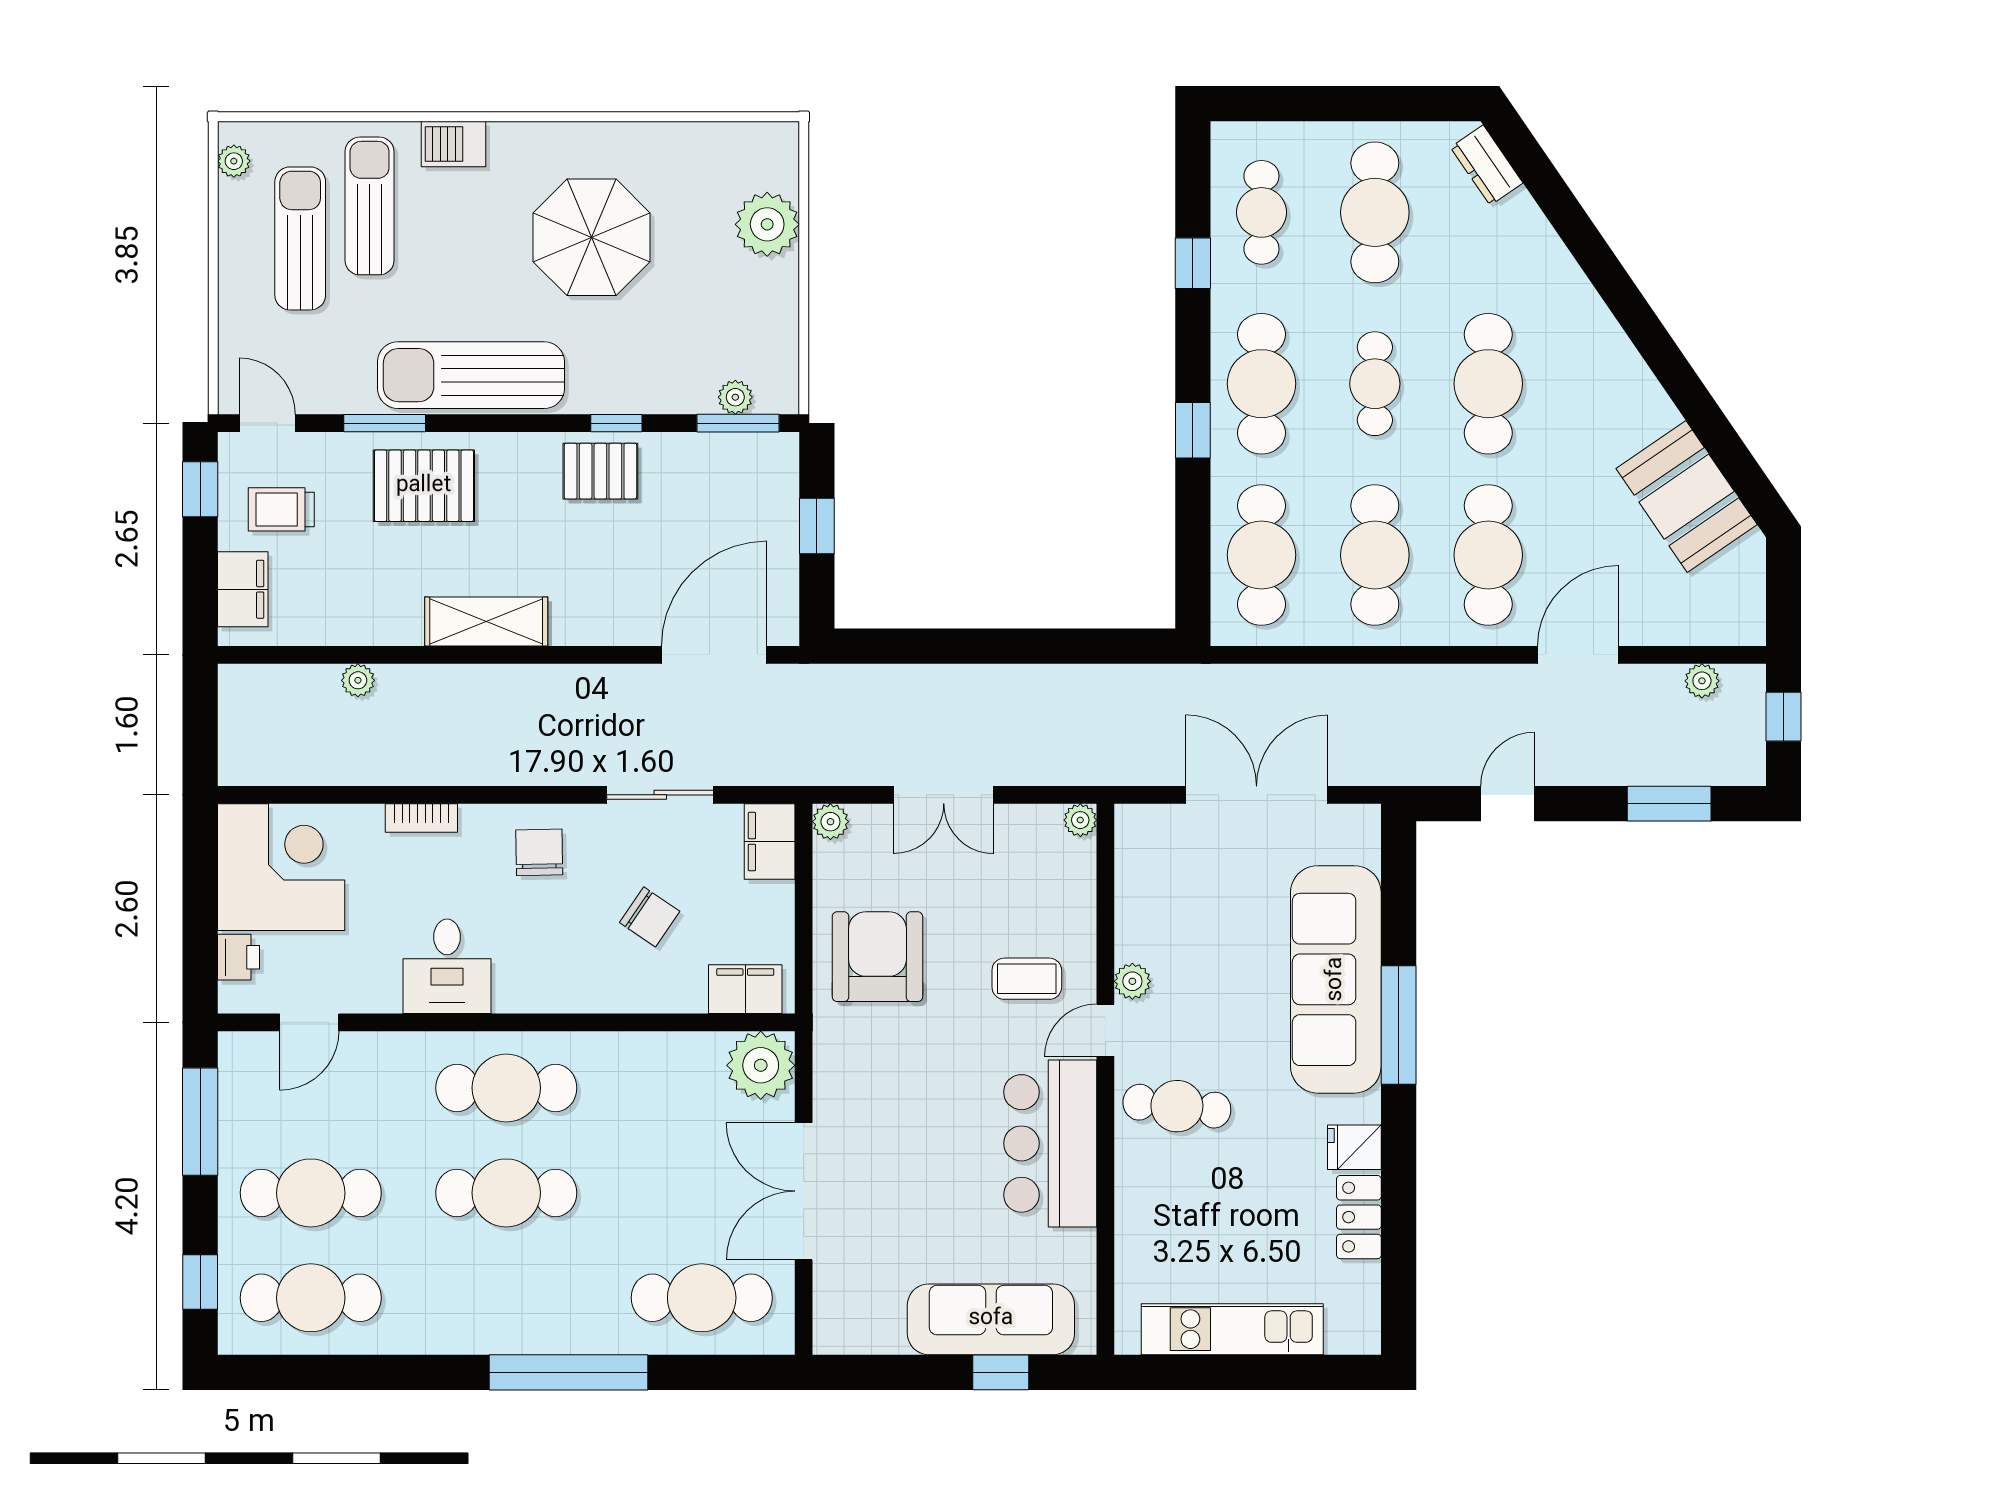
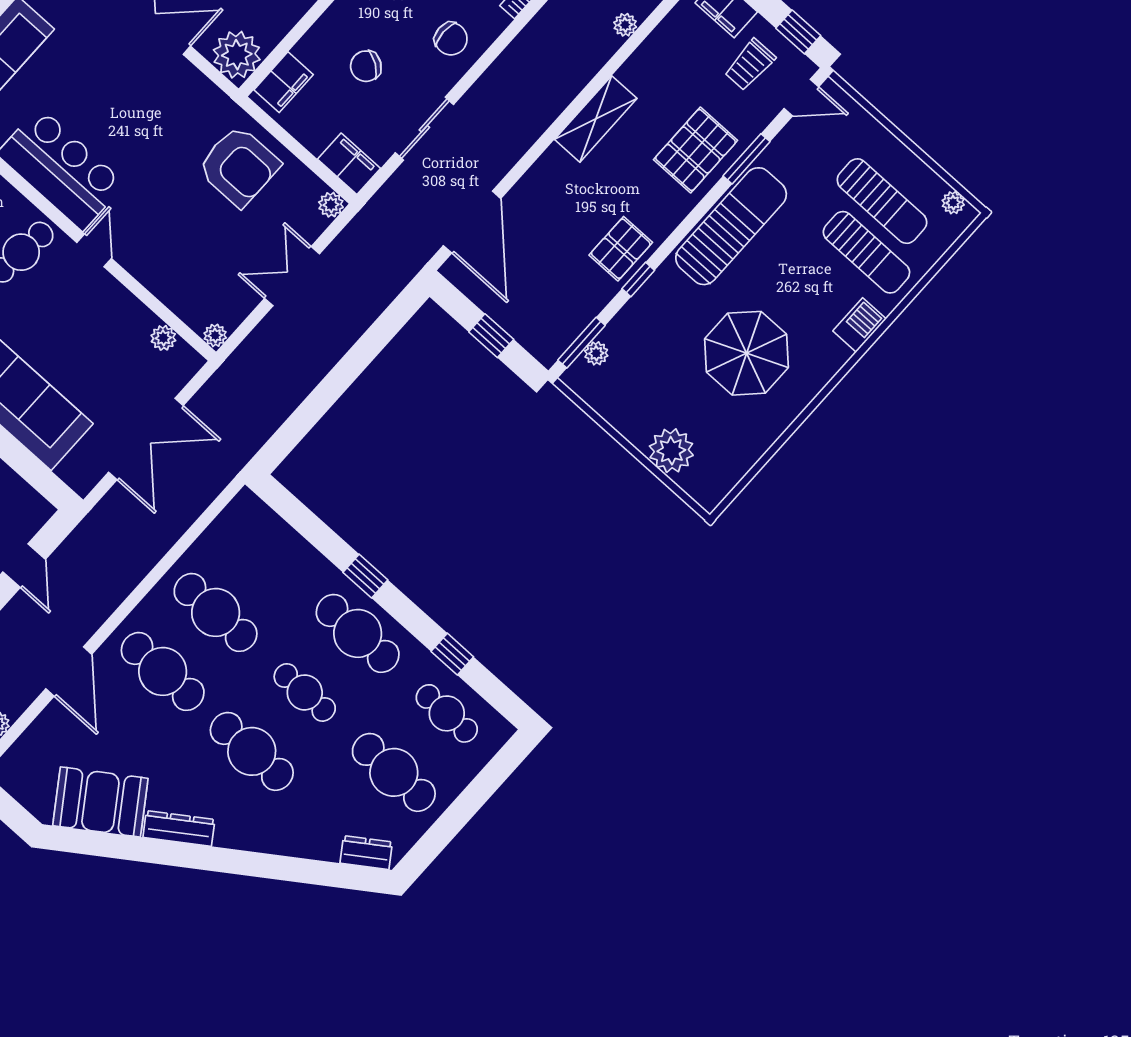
dresser: (1640, 388) -> (179, 828), added
trolley: (281, 509) -> (750, 65), turned 180
cafe table: (1261, 555) -> (268, 553), removed
coffee table: (1027, 979) -> (158, 234), removed
plant: (1132, 981) -> (163, 338), moved

